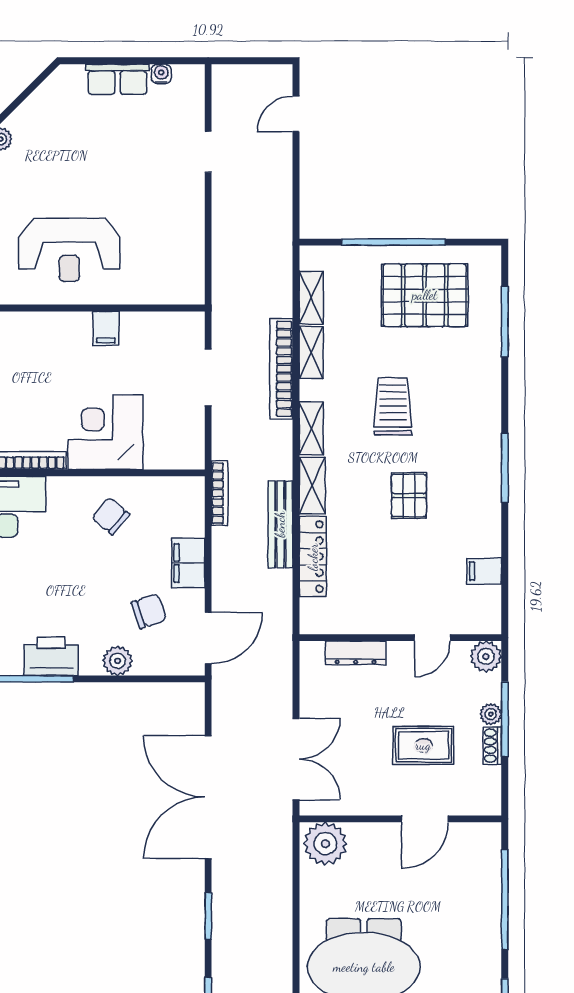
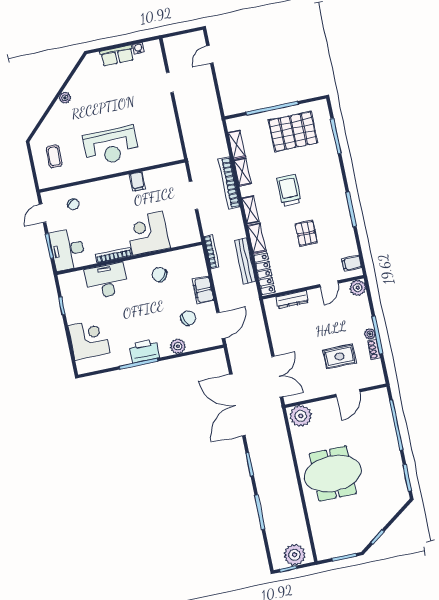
wall: (400, 638) -> (313, 287), moved
door: (432, 638) -> (329, 284), moved
dresser: (356, 653) -> (292, 299), moved
plant: (486, 656) -> (358, 288), moved

